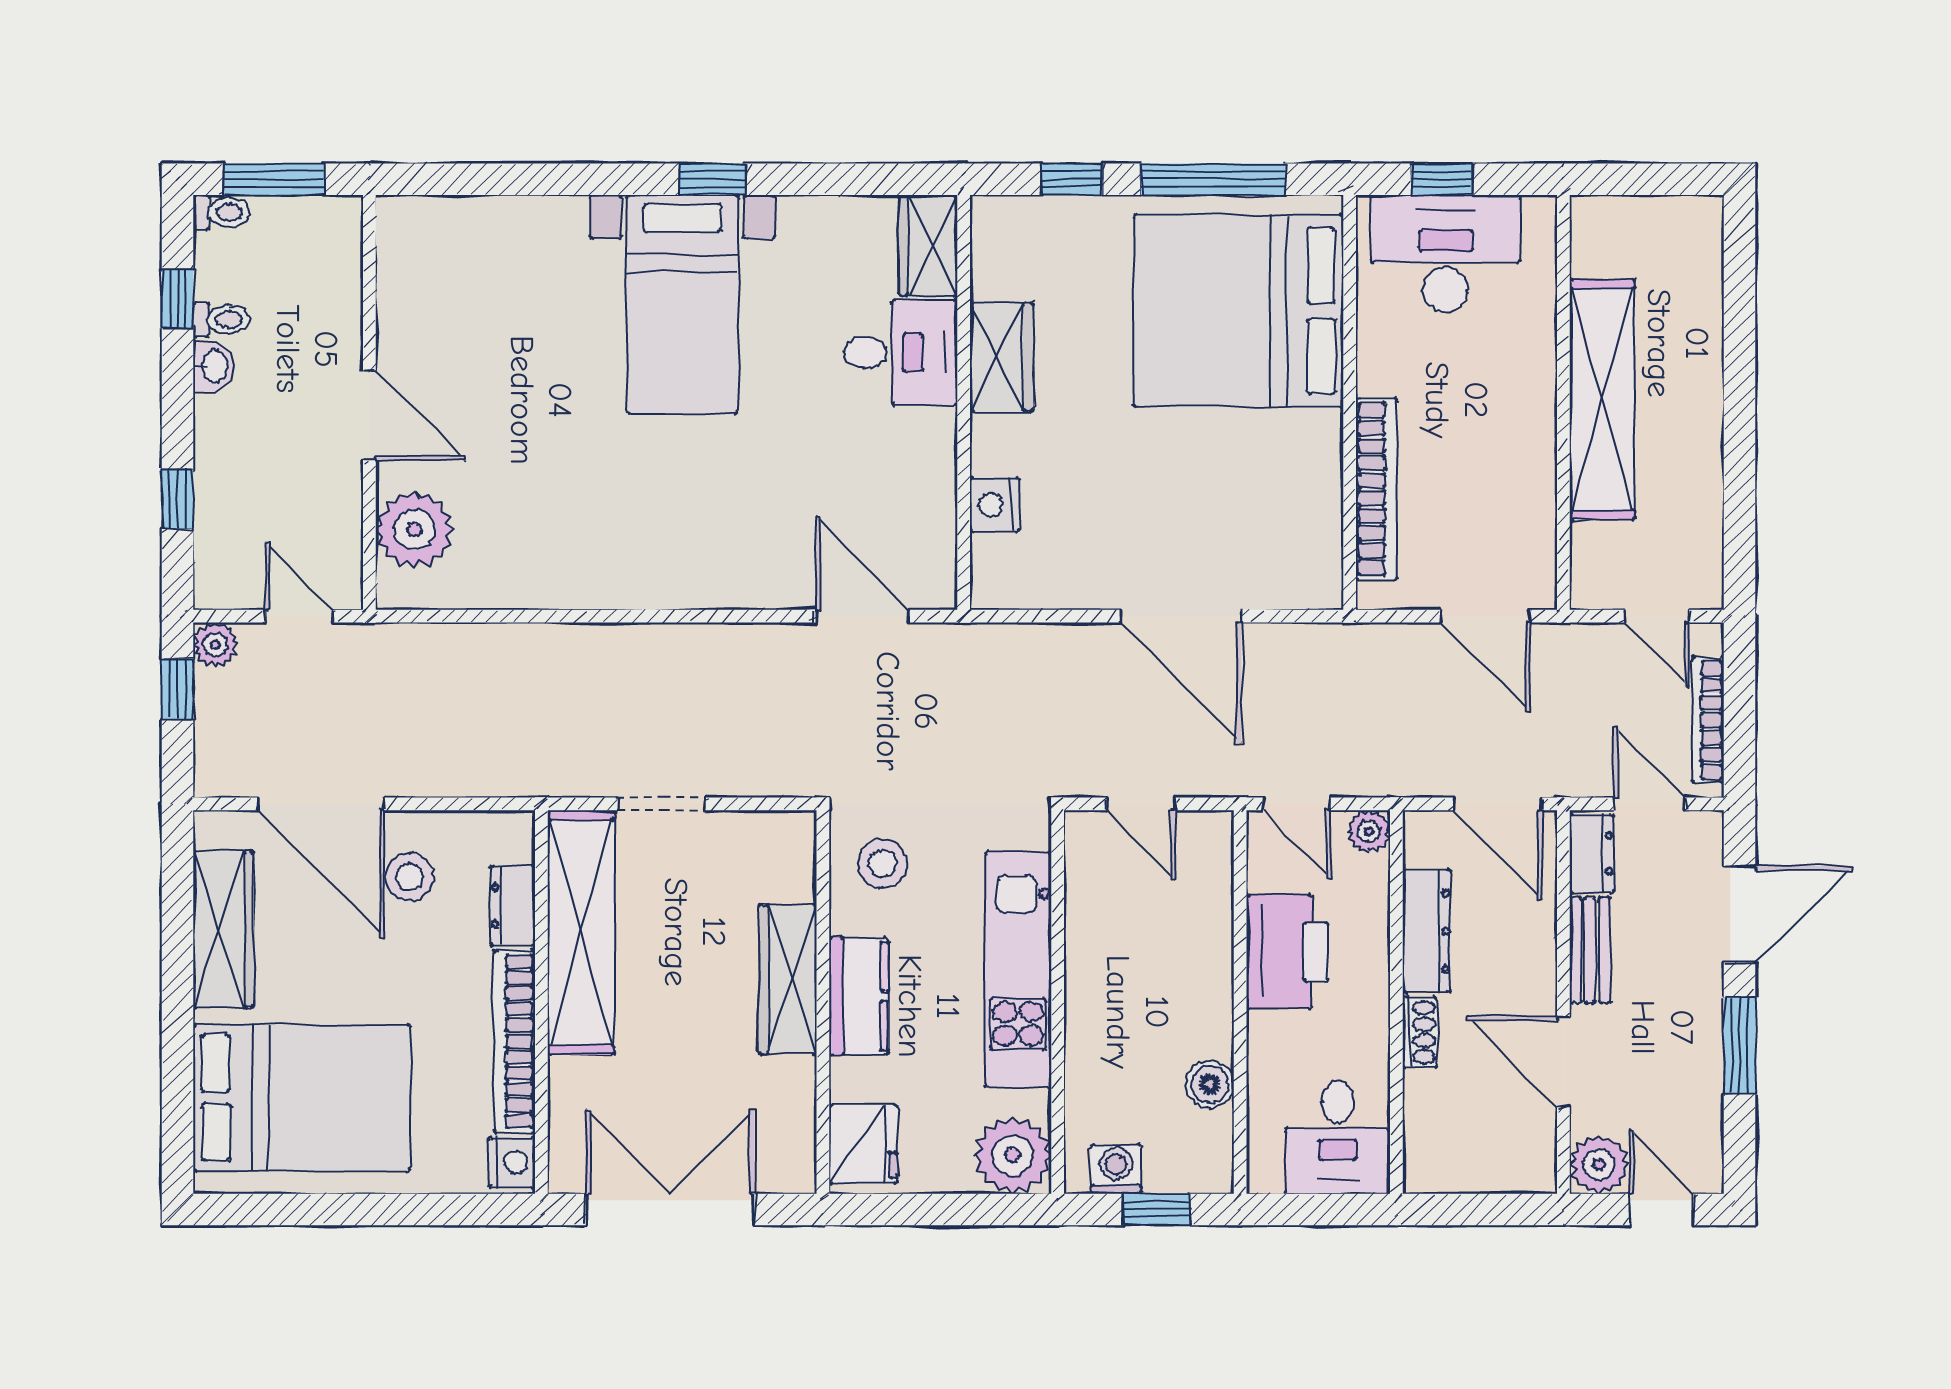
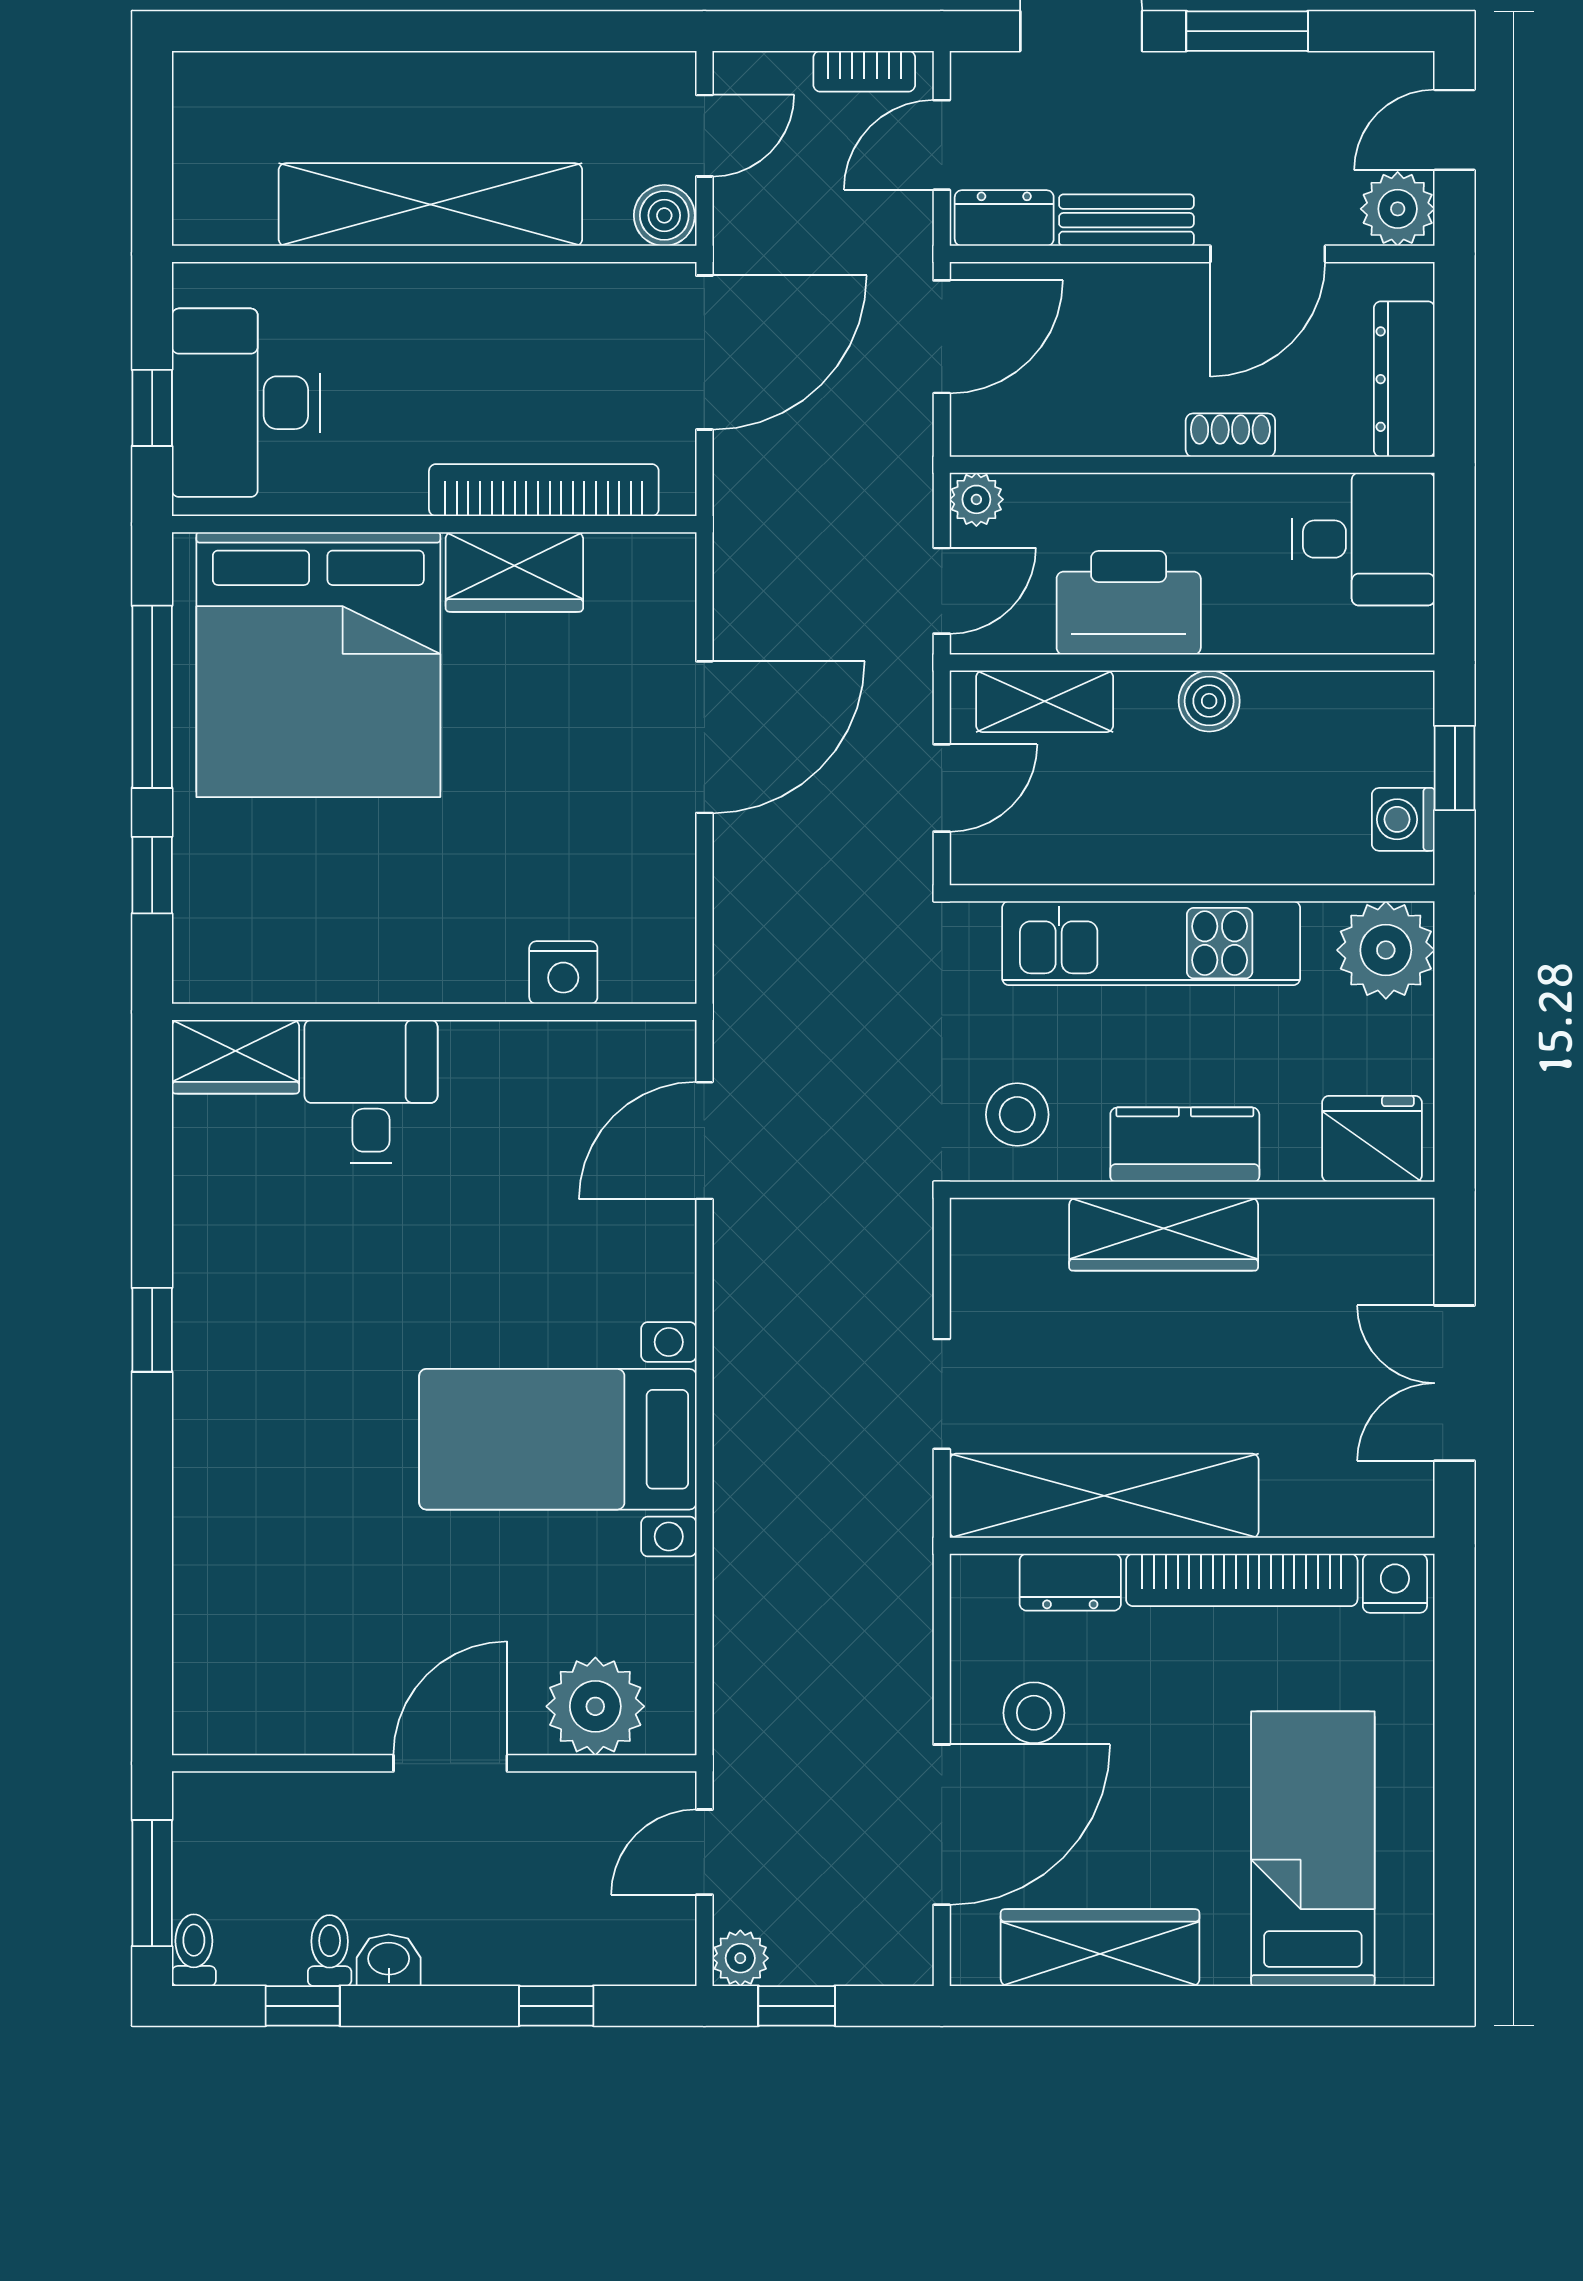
bed with nightstands: (683, 305) -> (558, 1439), moved, turned 180
wardrobe: (1002, 357) -> (514, 572), moved, turned 180
boiler: (1594, 584) -> (664, 215), added
door: (1485, 616) -> (704, 353), width x1.36
bookcase: (1708, 720) -> (864, 71), width x0.64
shelving: (1209, 885) -> (1045, 701), added
dresser: (1427, 931) -> (1404, 379), moved, turned -90
boiler: (1210, 1084) -> (1209, 701), moved
bed: (302, 1098) -> (1313, 1849), width x0.67
double door: (670, 1210) -> (1455, 1383), width x0.73

